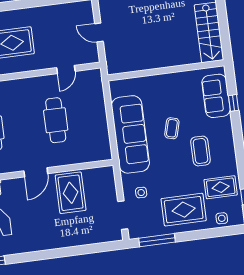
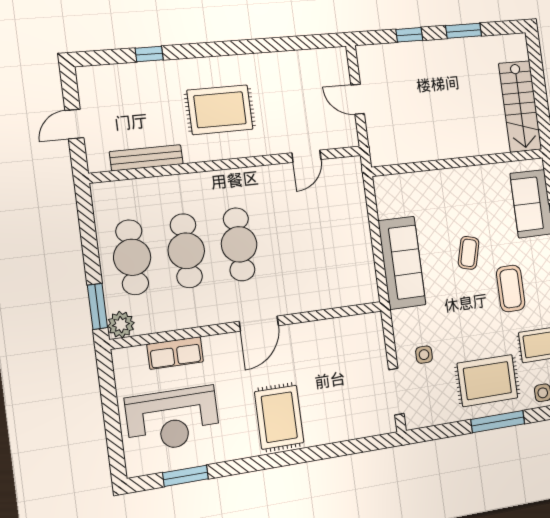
cafe table: (56, 120) -> (239, 244), moved
sofa: (130, 134) -> (402, 263), width x0.74, depth x0.79
rug: (71, 193) -> (279, 417), moved
window: (157, 240) -> (498, 422), moved

